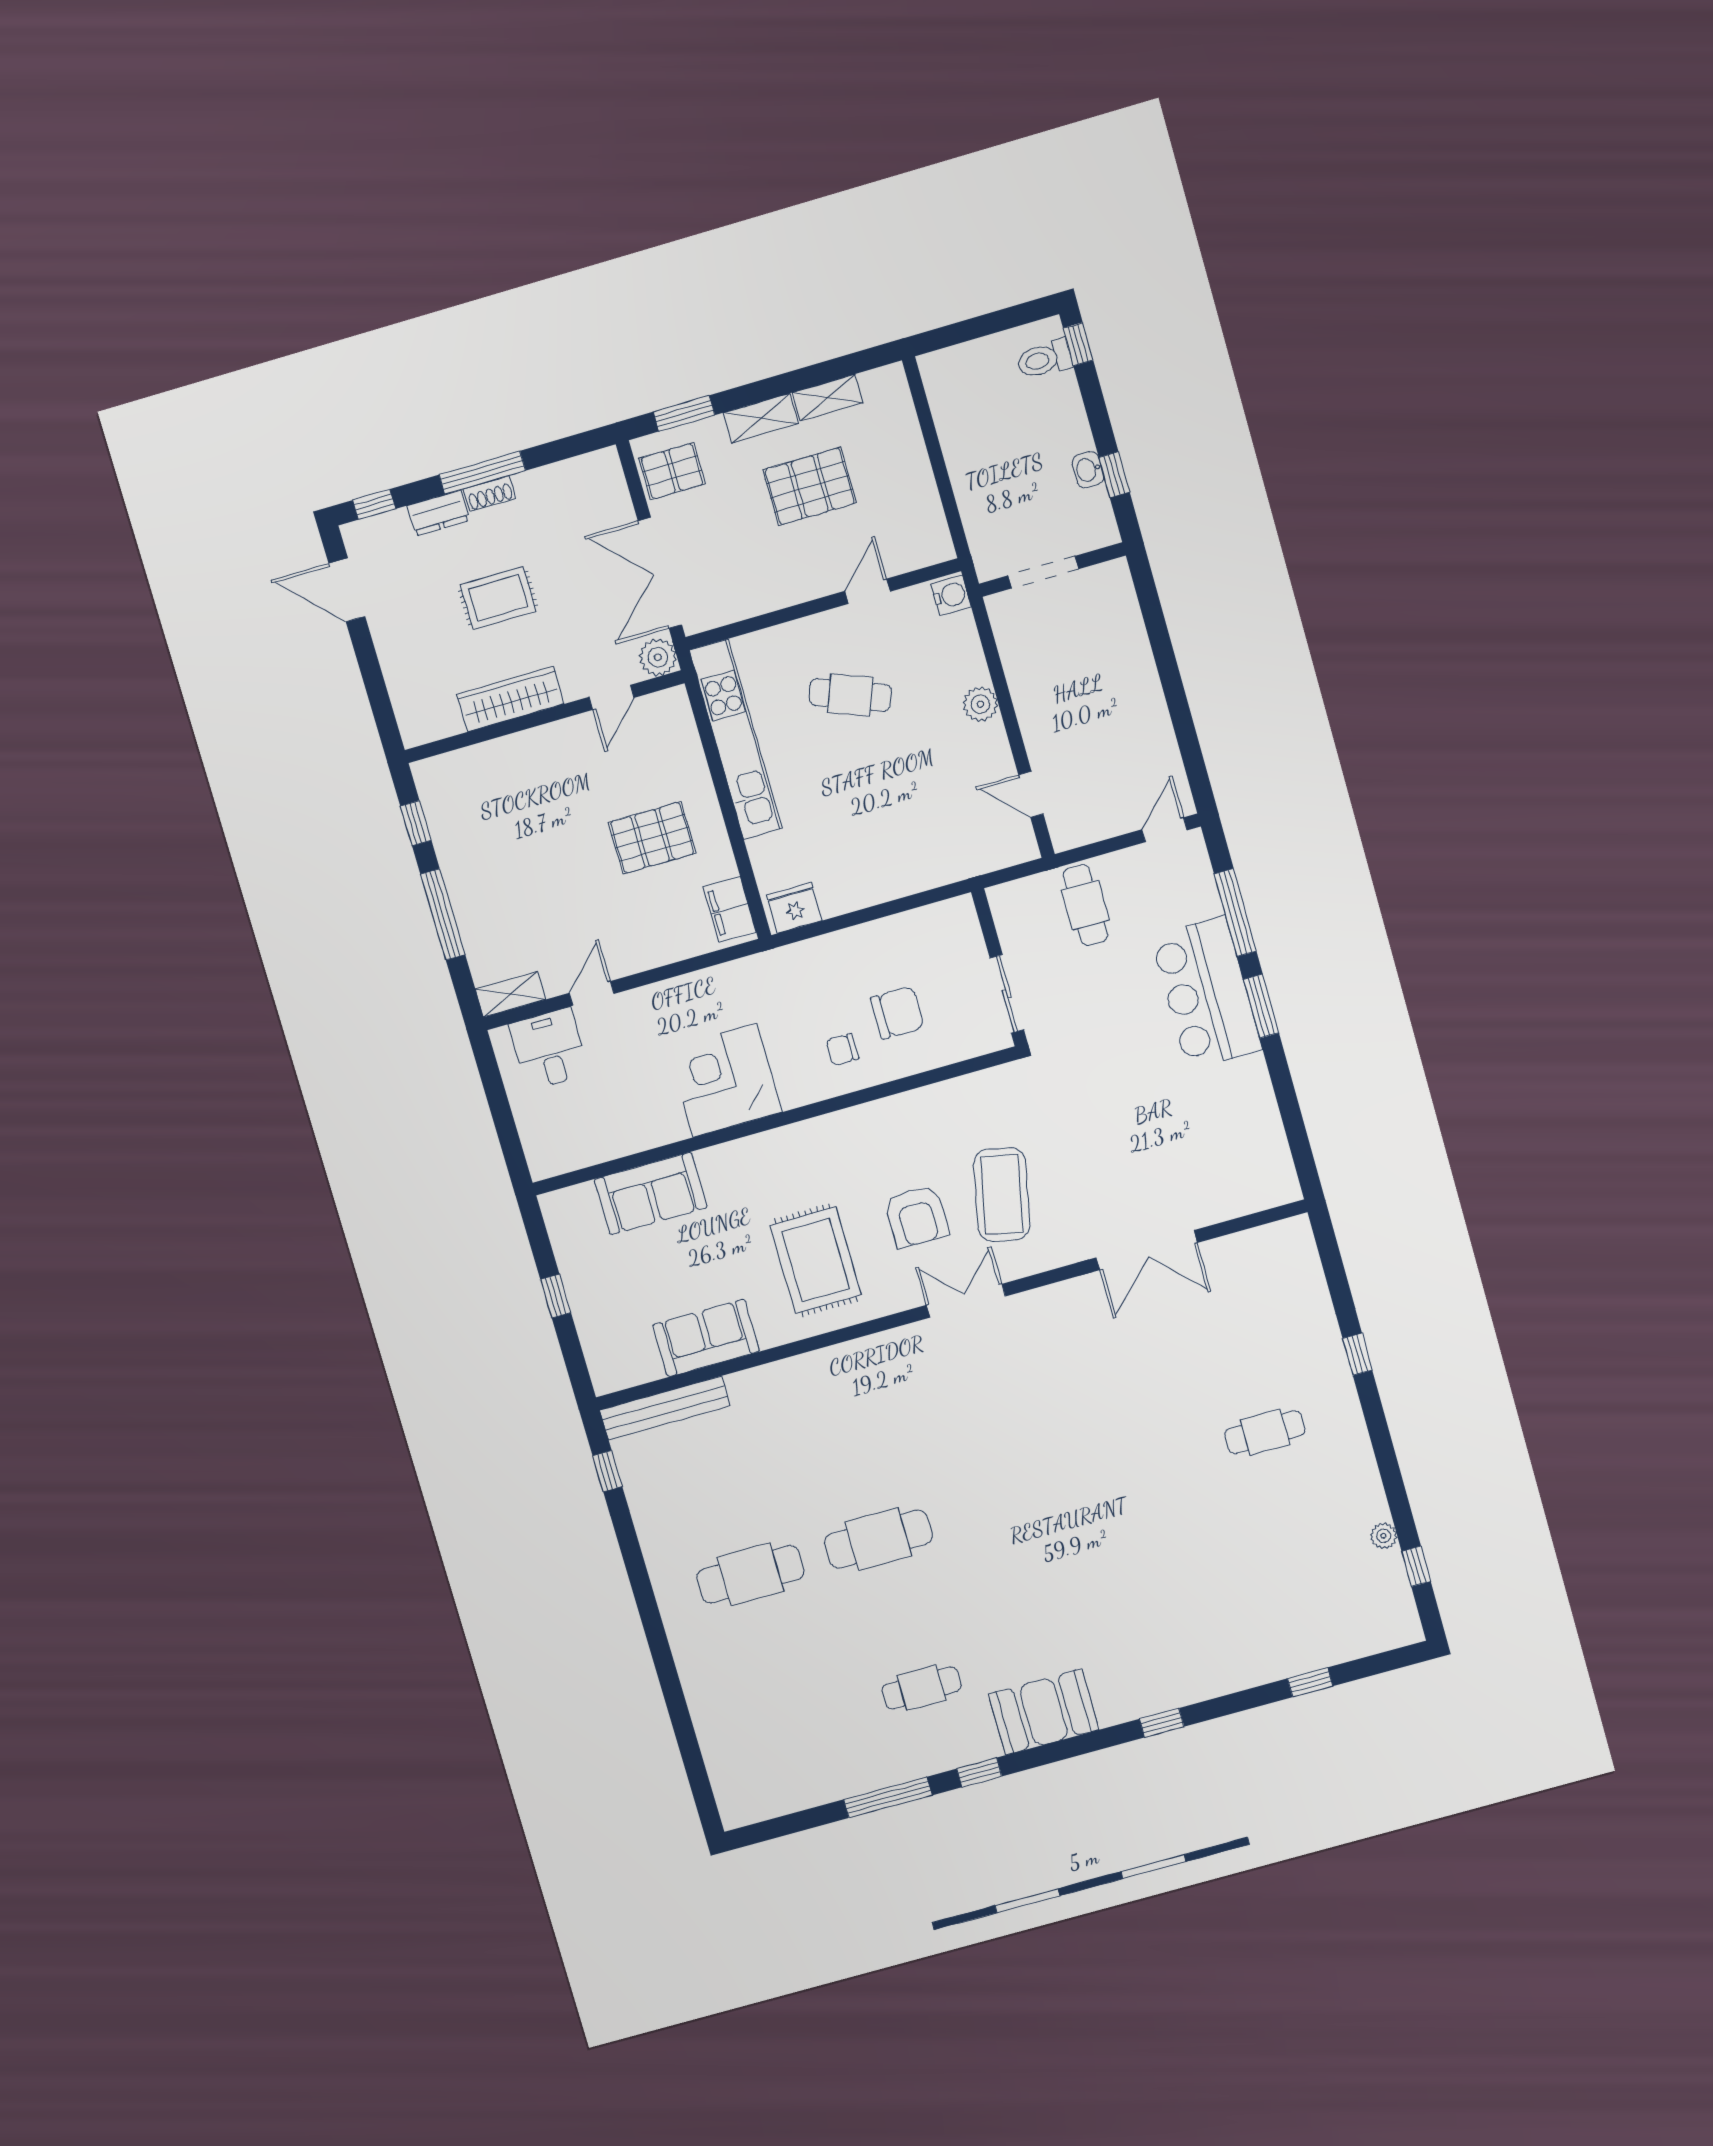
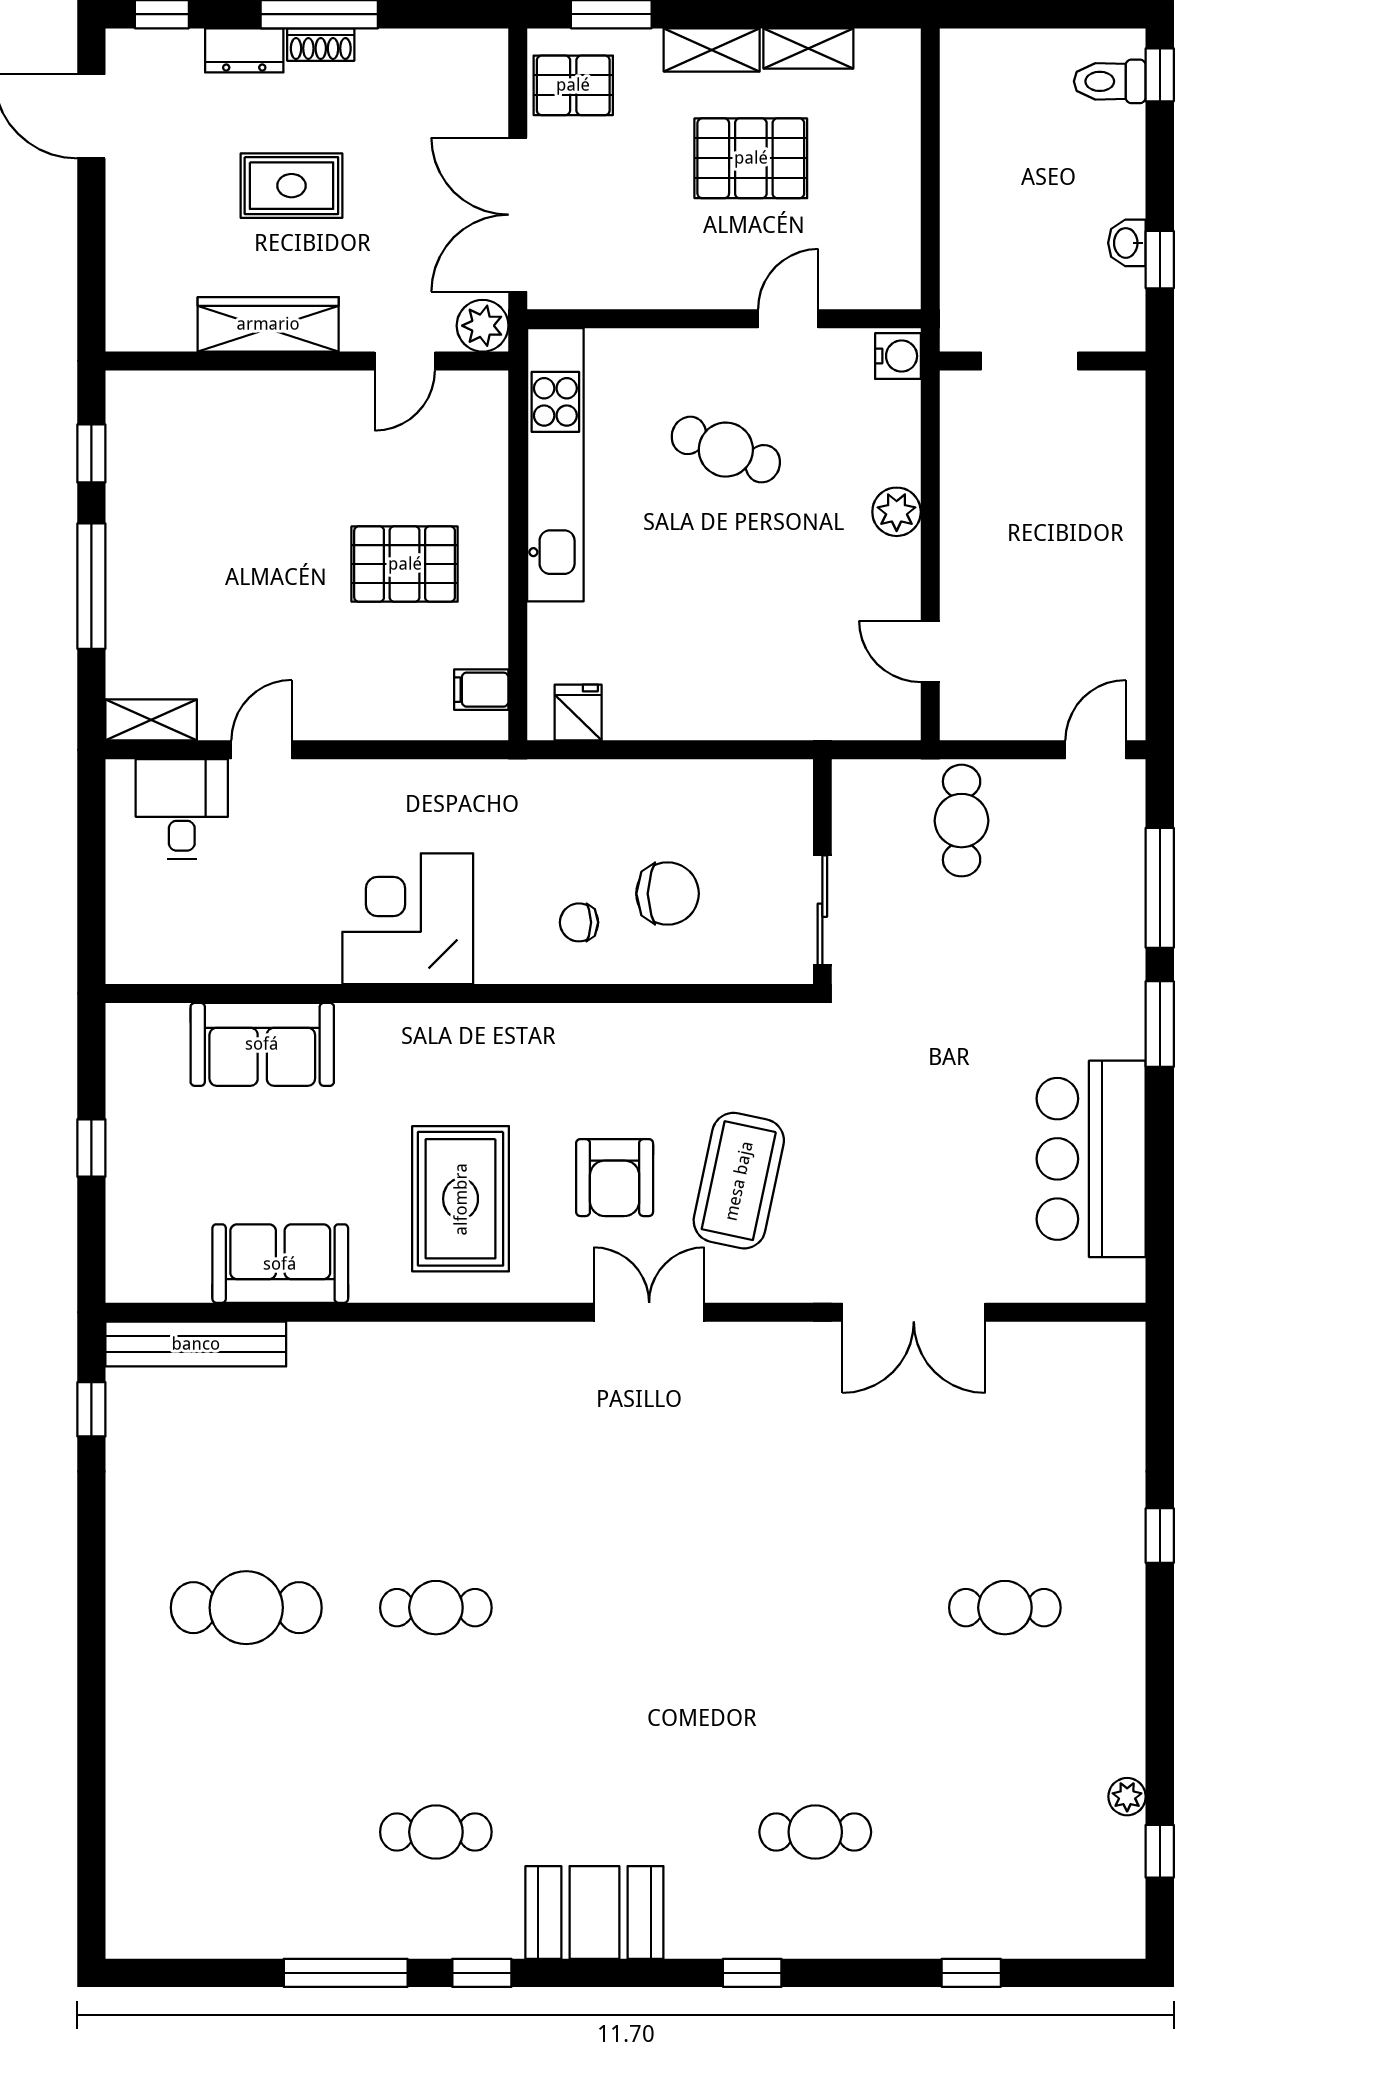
fridge: (794, 908) -> (578, 713), width x0.72
filing cabinet: (730, 909) -> (481, 690), width x0.50
bar counter: (1206, 993) -> (1091, 1159), moved
cafe table: (878, 1539) -> (436, 1608), width x0.73, depth x0.74
cafe table: (1178, 1618) -> (815, 1832), added

